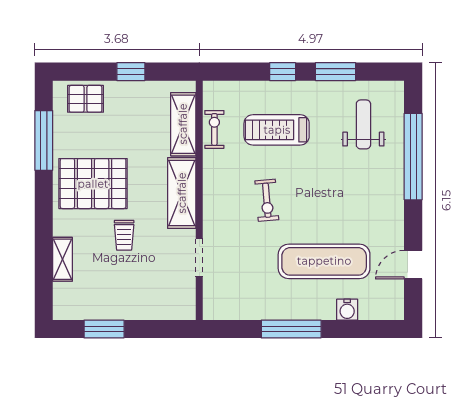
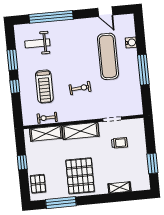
trolley: (124, 235) -> (119, 143), moved

